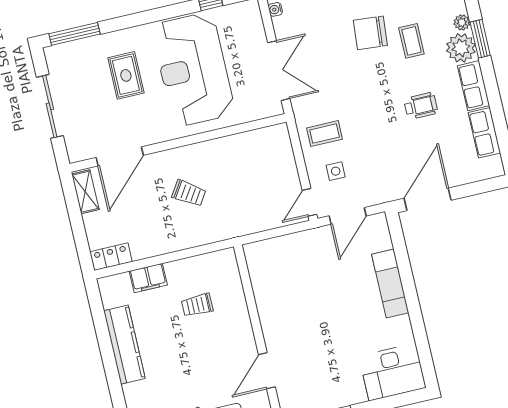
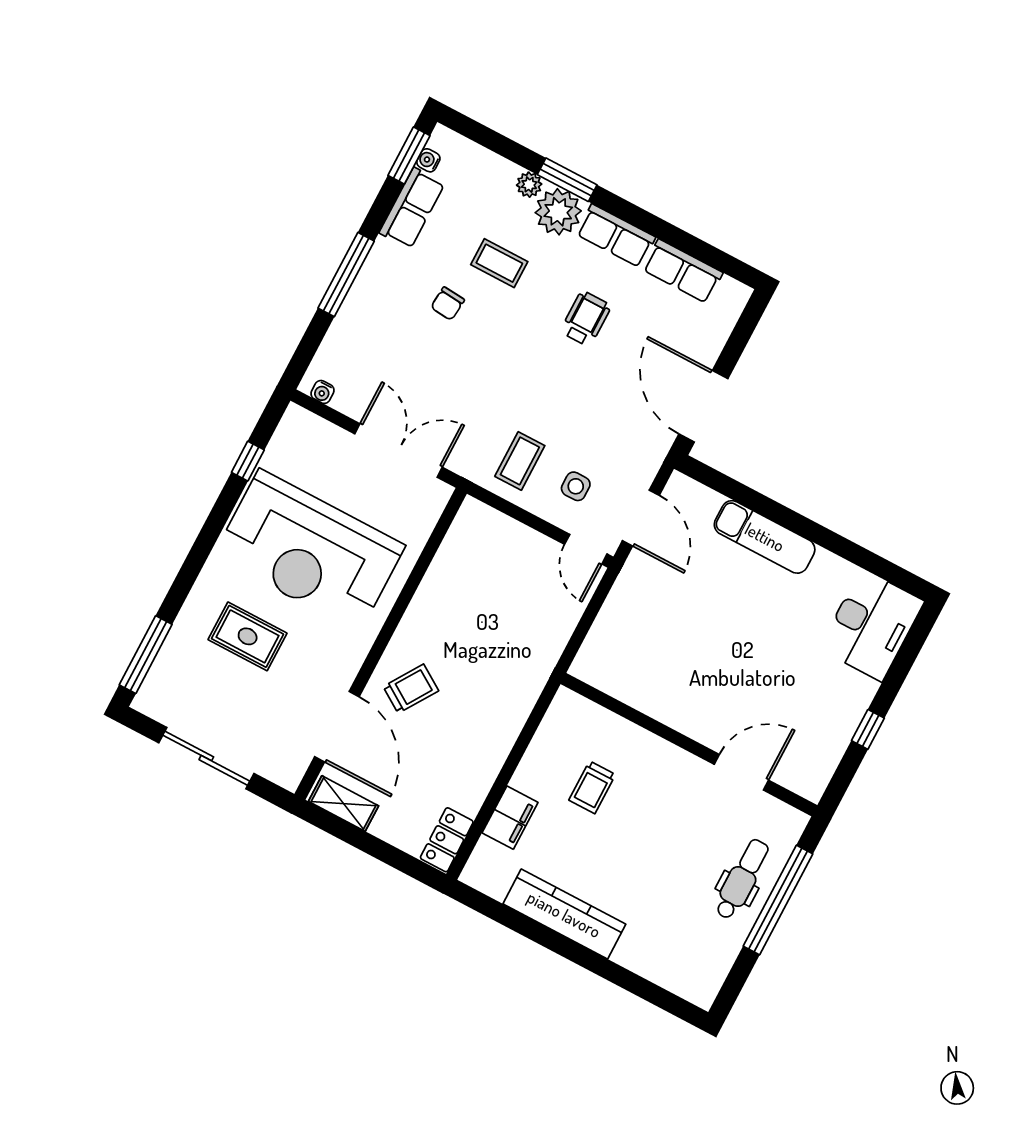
chair: (370, 33) -> (448, 304), width x0.54, depth x0.54
trolley: (189, 193) -> (411, 689), moved
door: (267, 371) -> (741, 772), swing flipped

